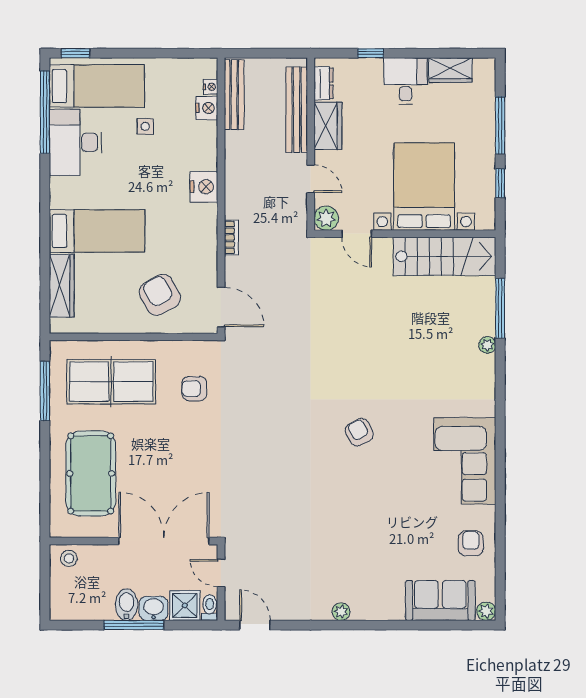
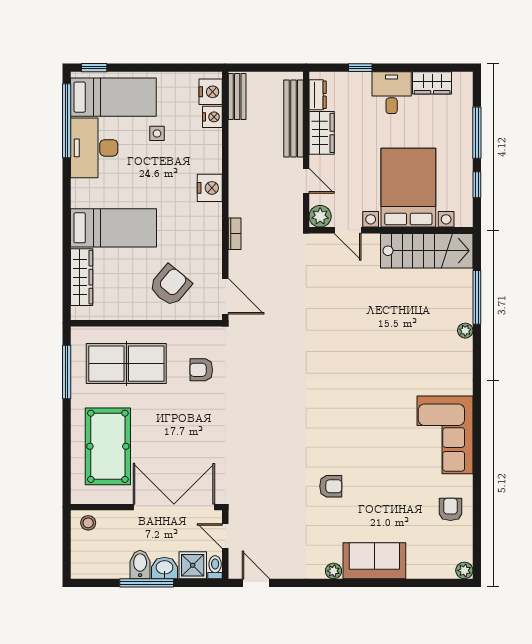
nightstand: (210, 87) -> (211, 92), width x1.89, depth x1.79
bench: (234, 95) -> (237, 97), width x0.73
armchair: (160, 295) -> (170, 285), turned 69
armchair: (359, 432) -> (331, 486), moved, turned 118
sofa: (440, 600) -> (374, 561), moved

